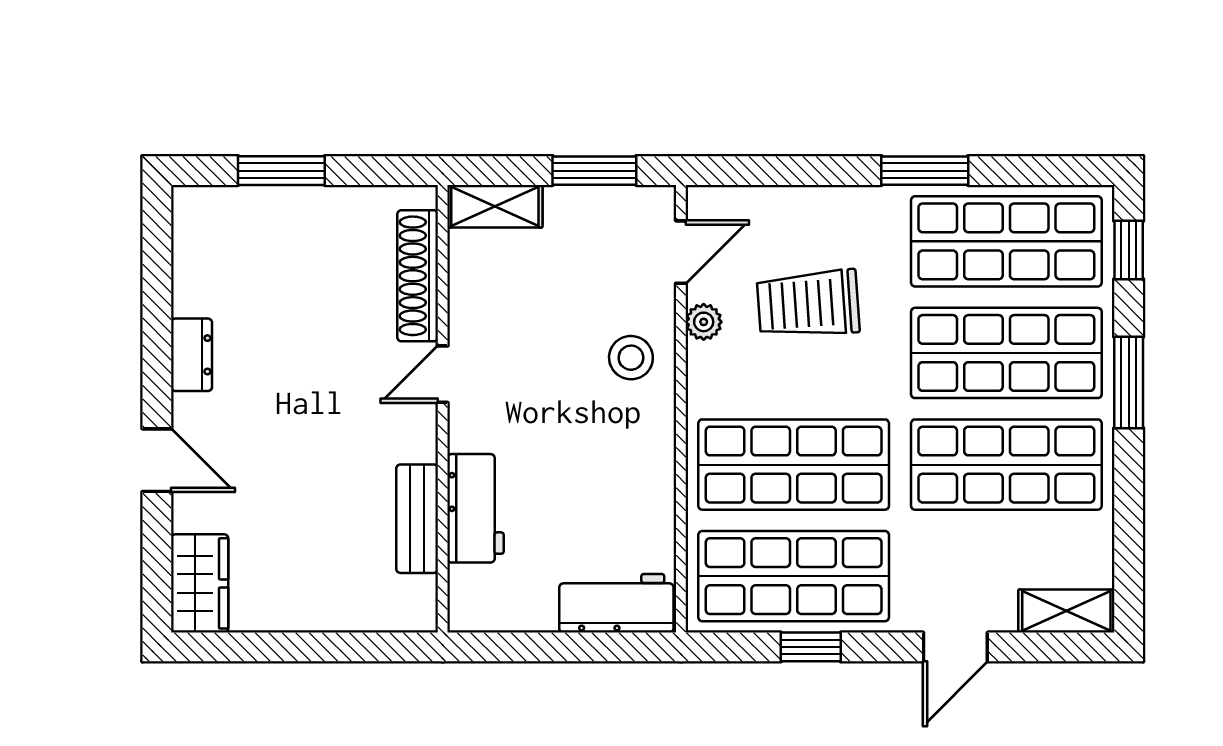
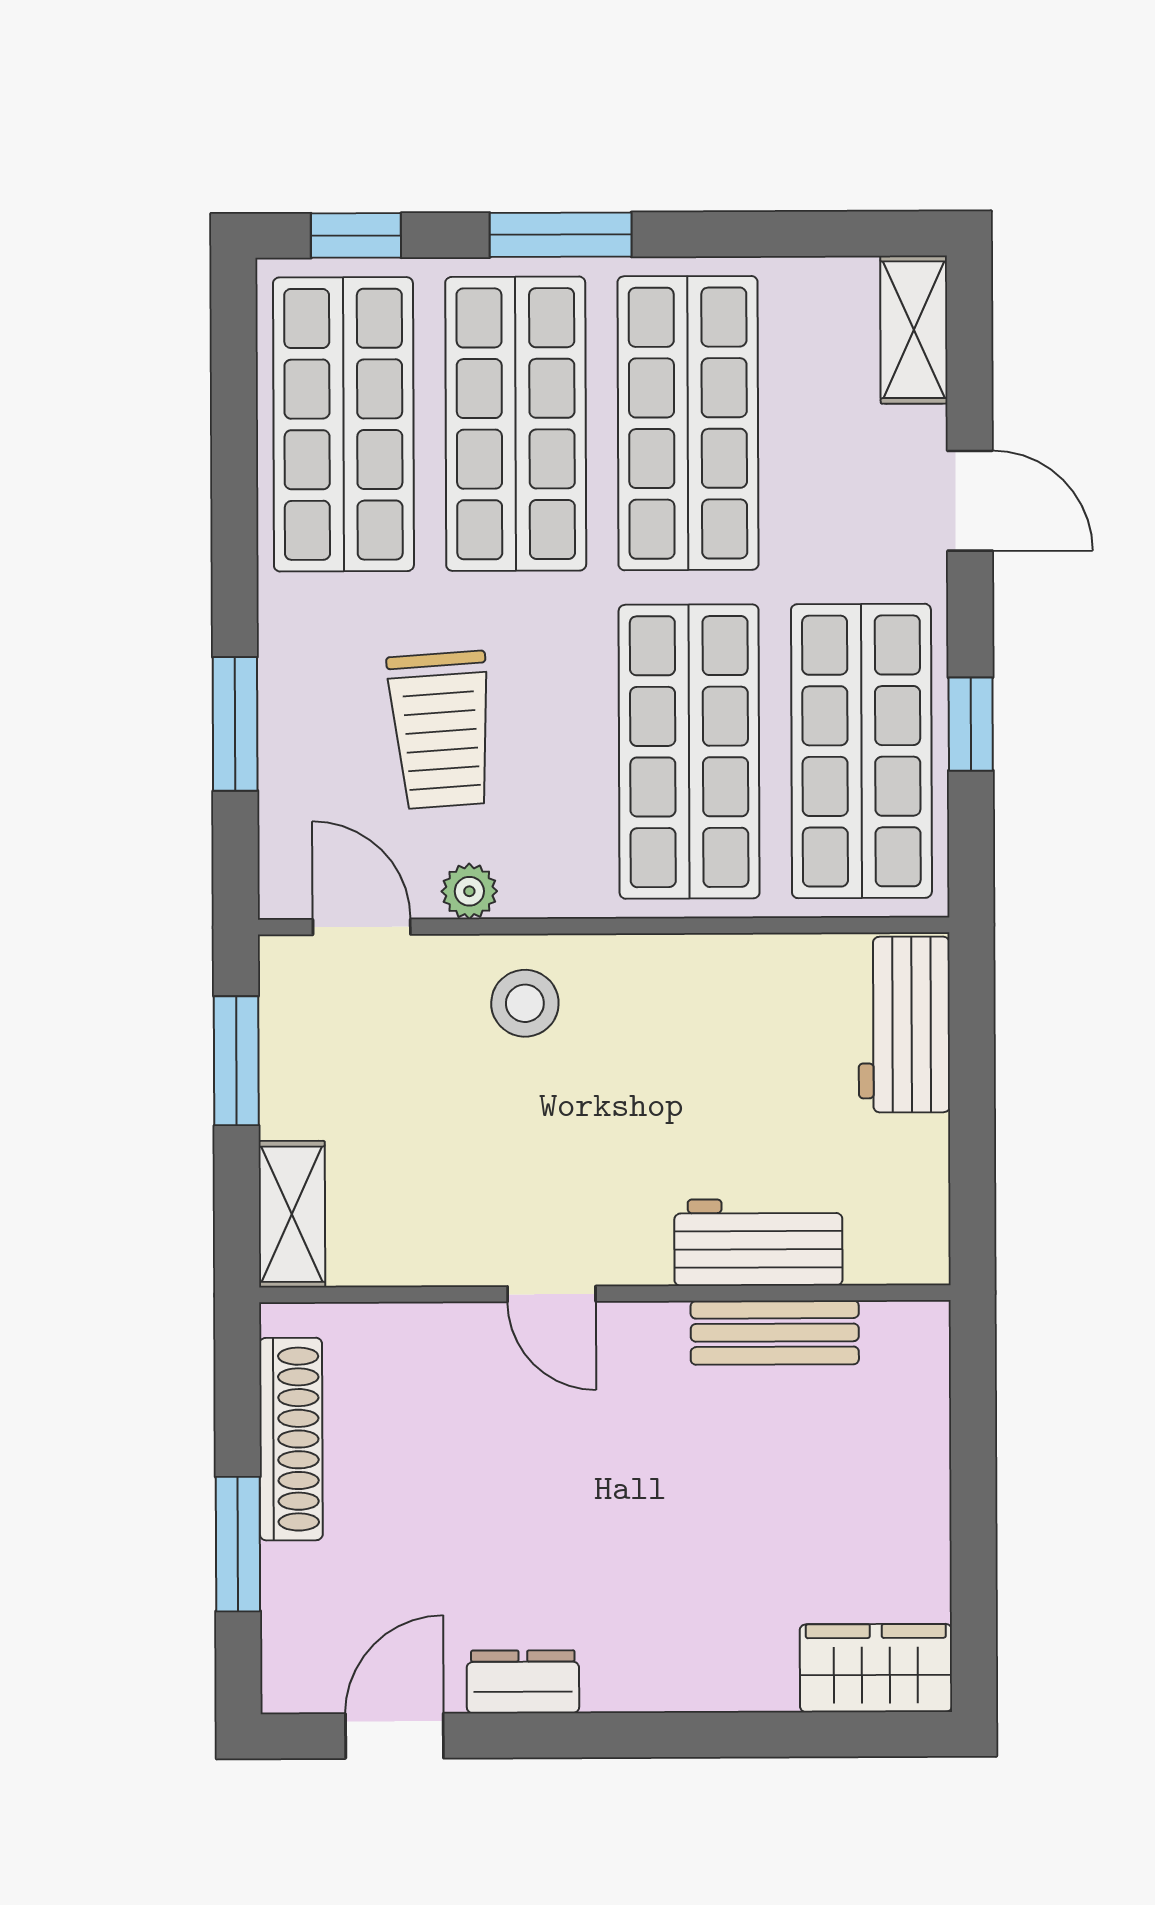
window: (925, 171) -> (235, 724), moved
shoe rack: (418, 276) -> (291, 1439), moved, turned -90
door: (157, 460) -> (394, 1736), moved

